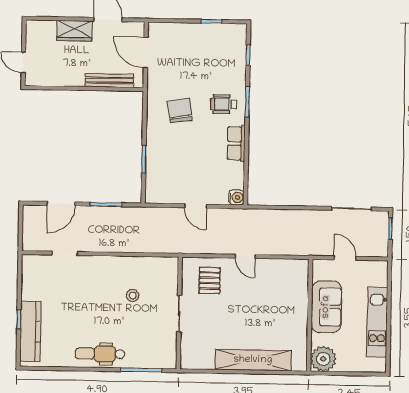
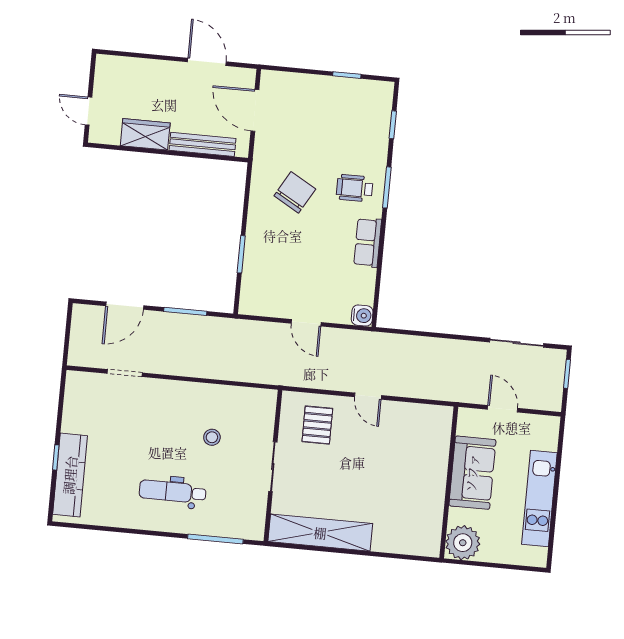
wardrobe: (74, 31) -> (145, 134), moved, turned 180
chair: (180, 111) -> (295, 192), turned 39
dental chair: (100, 354) -> (173, 492), moved
shelving: (253, 360) -> (320, 533), moved

